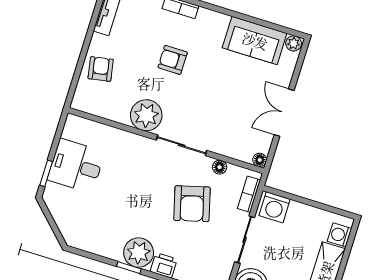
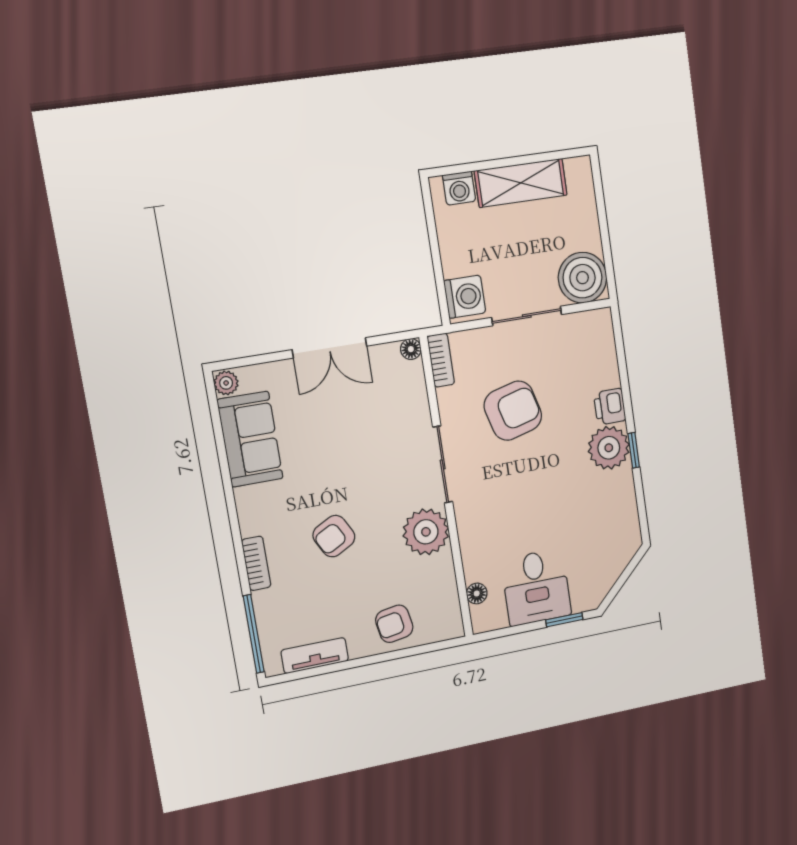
armchair: (173, 60) -> (334, 536), turned 62
floor lamp: (220, 167) -> (477, 593), moved
bookcase: (249, 194) -> (441, 360), moved, turned -90

